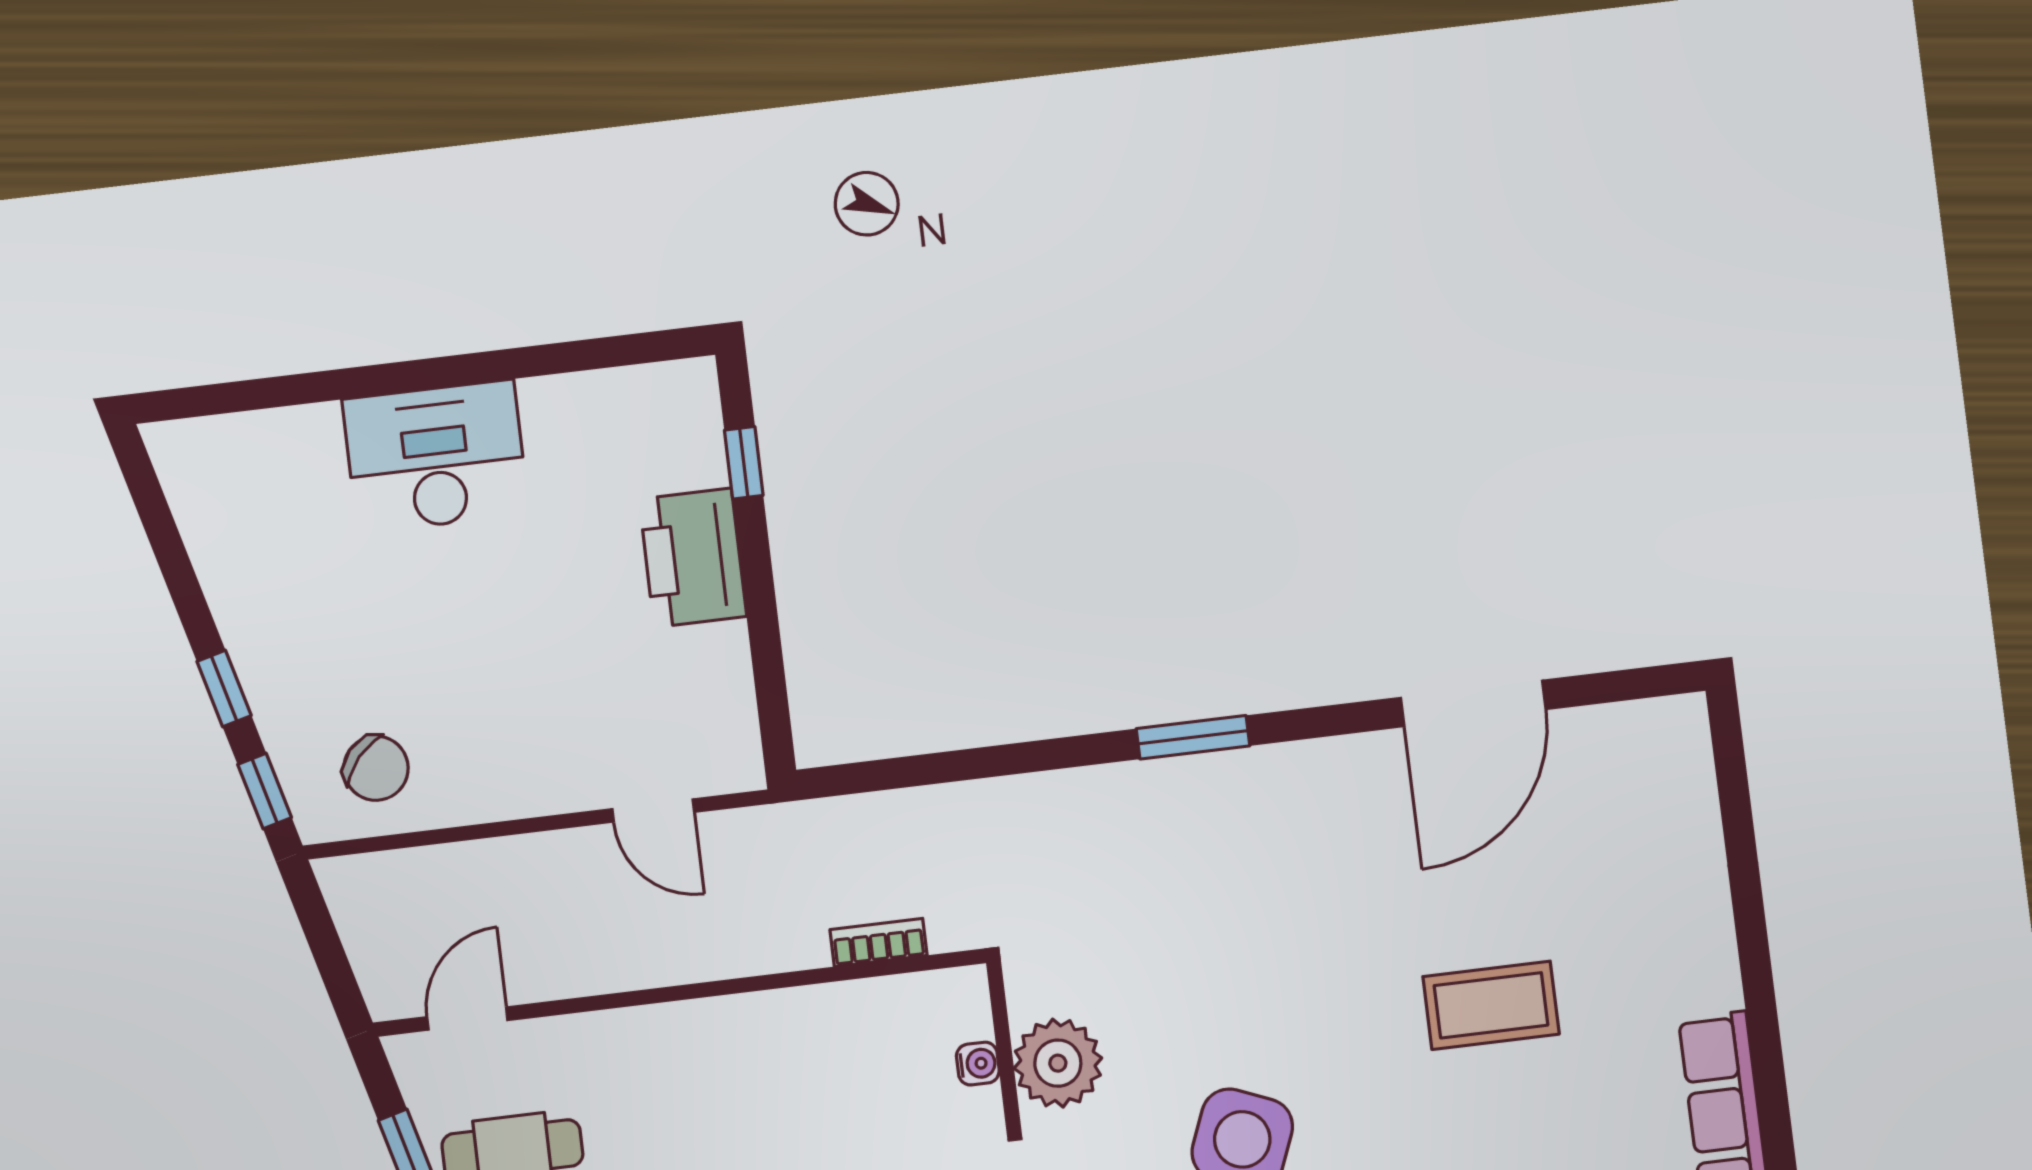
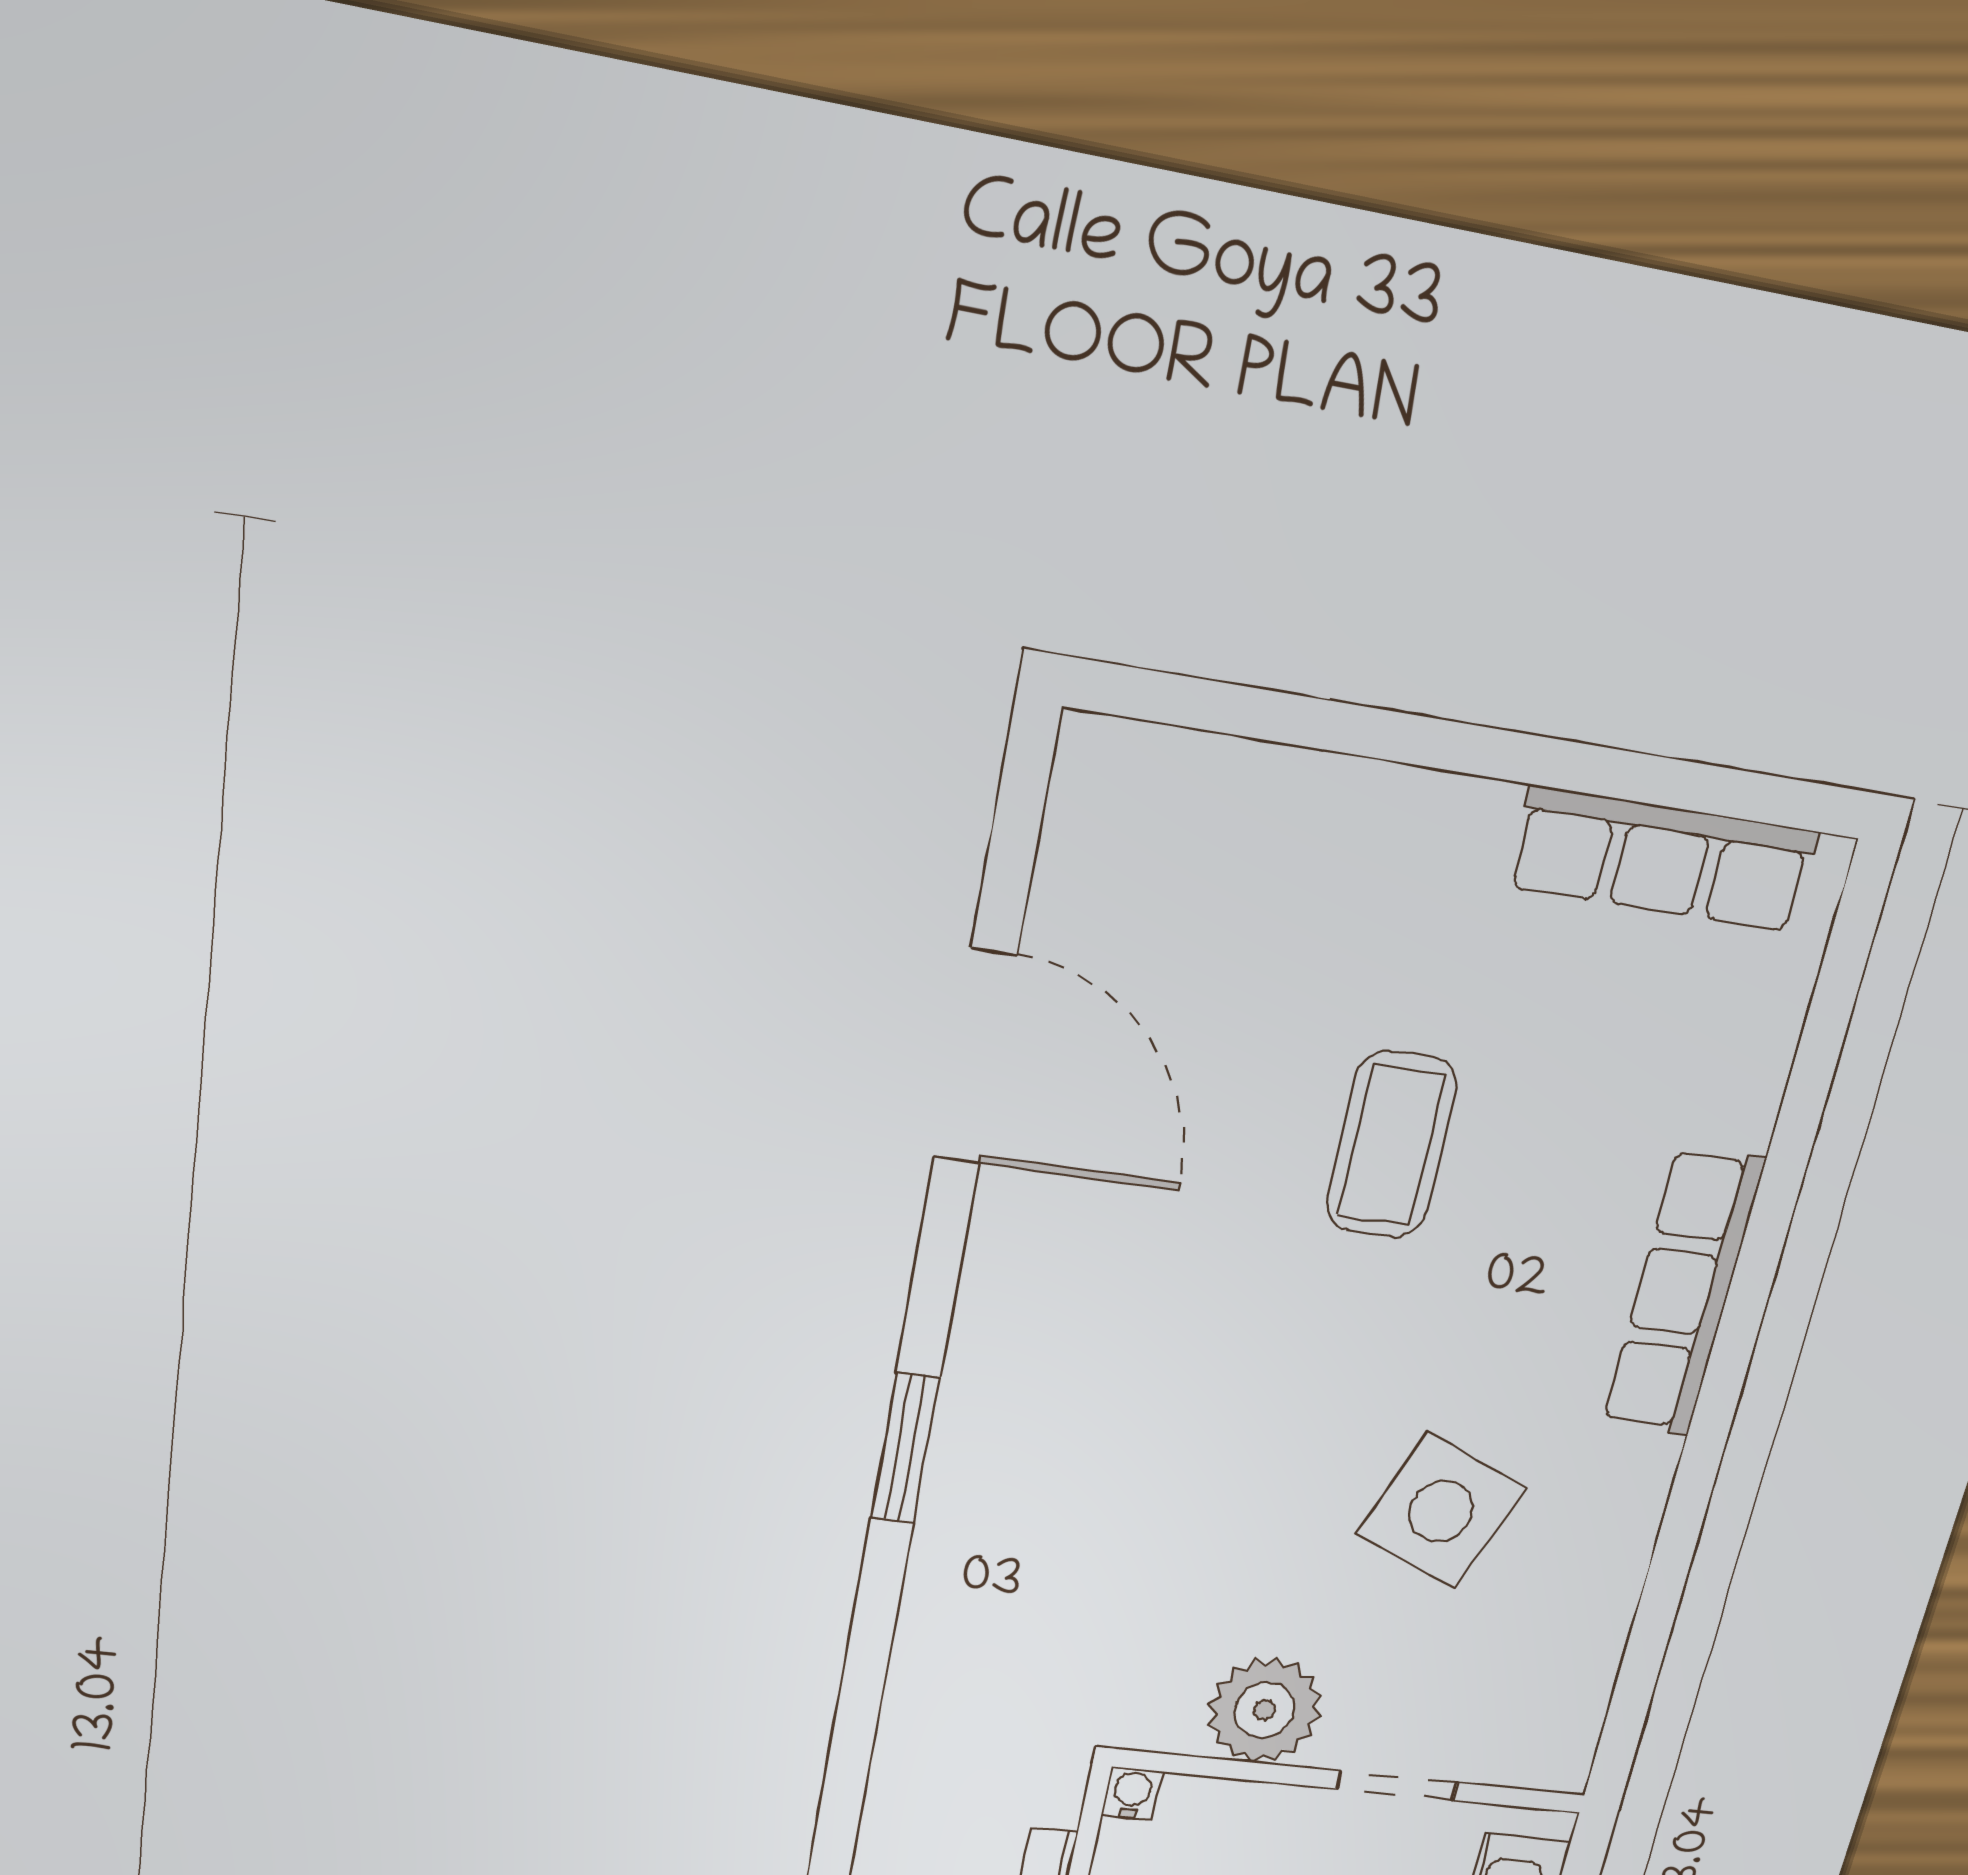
water cooler: (978, 1064) -> (1132, 1793), moved

